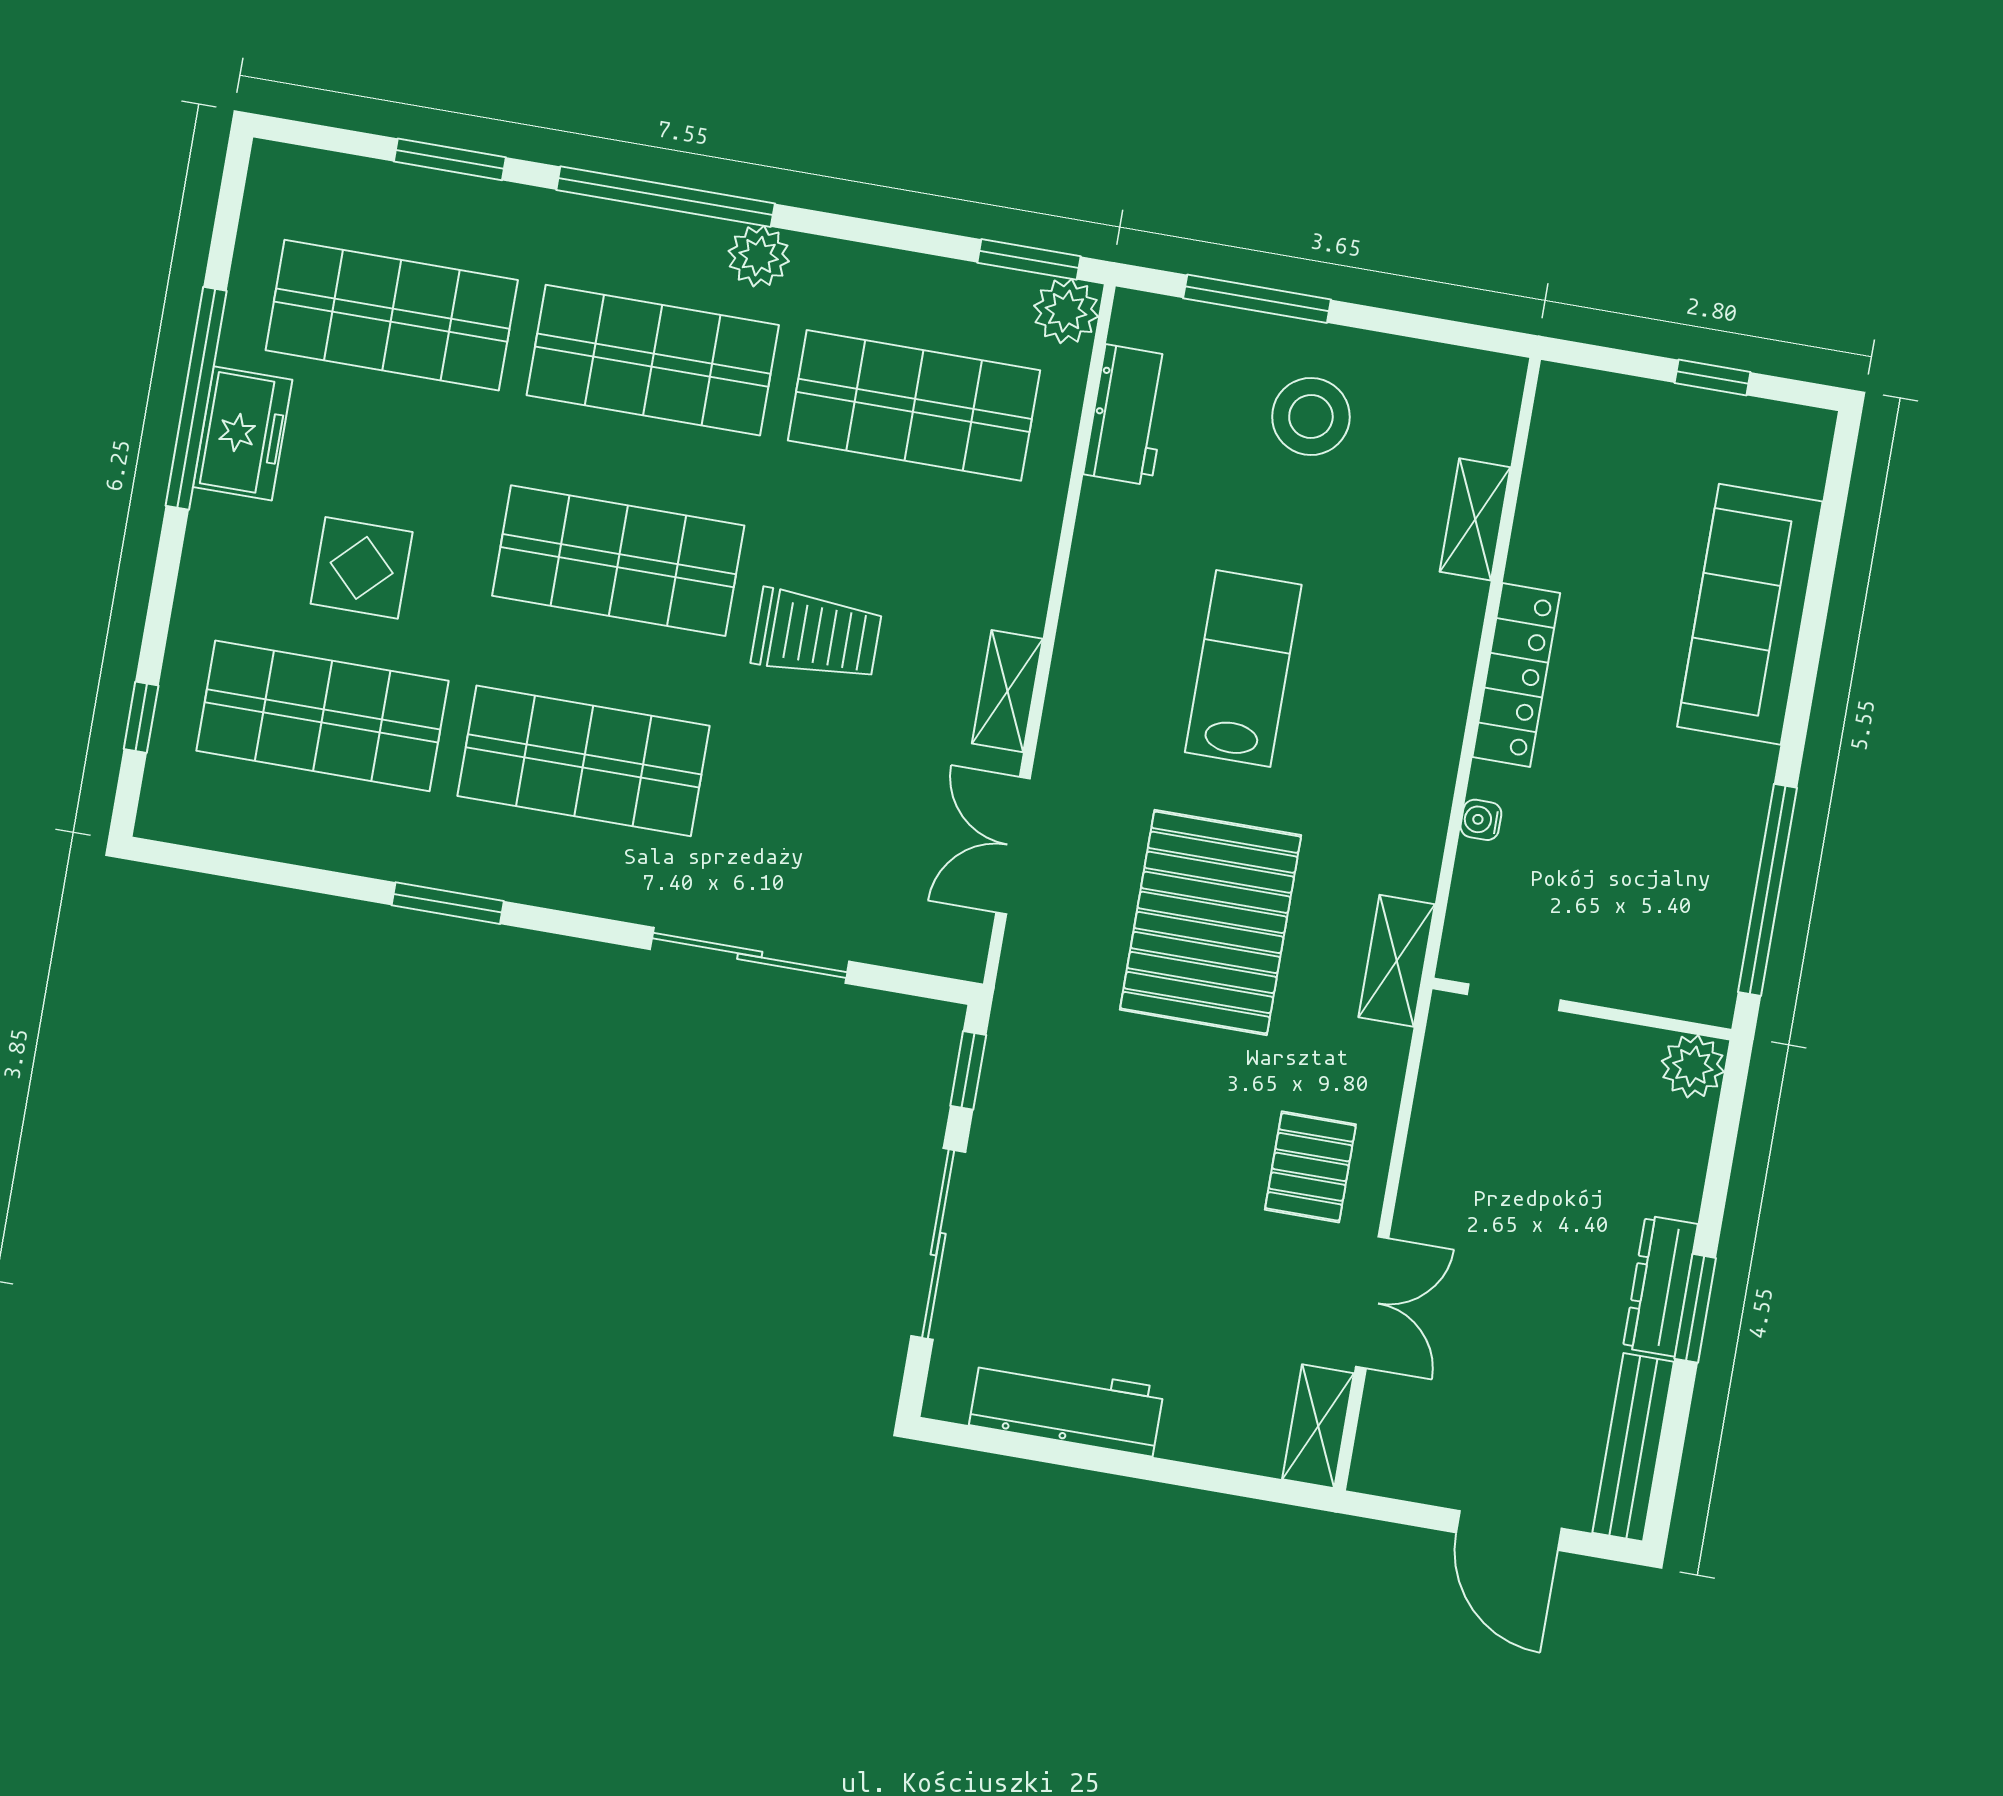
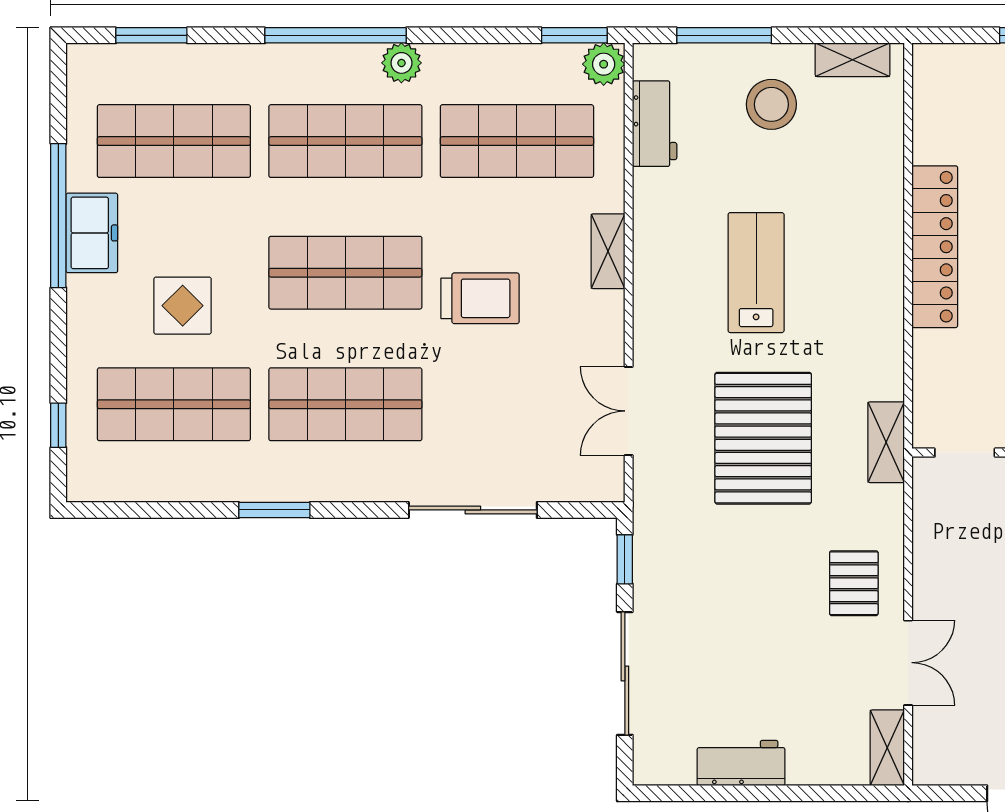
window: (450, 159) -> (151, 35), moved
shelving: (1475, 519) -> (853, 60), moved, turned 90
locker: (1516, 675) -> (935, 247), width x1.41, depth x1.21
shelving: (1007, 691) -> (608, 251), moved
water cooler: (1481, 820) -> (924, 343), removed
workbench: (1067, 1407) -> (741, 763), width x0.73

